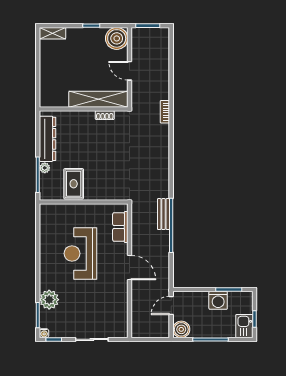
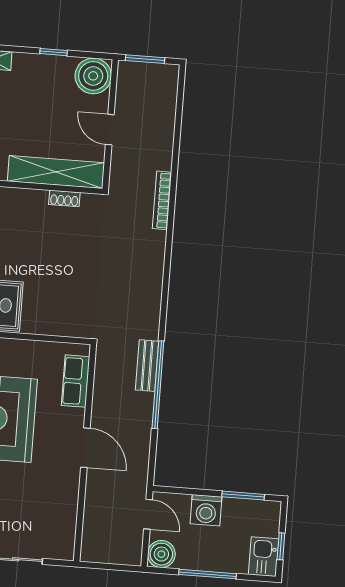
bookcase: (165, 112) -> (162, 200), width x1.56
washing machine: (218, 300) -> (206, 510), moved
door: (171, 306) -> (148, 514), swing flipped

